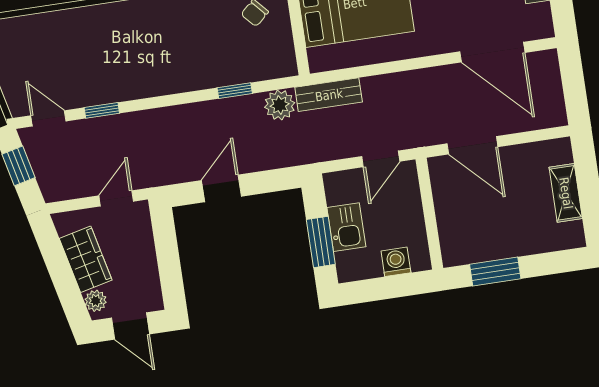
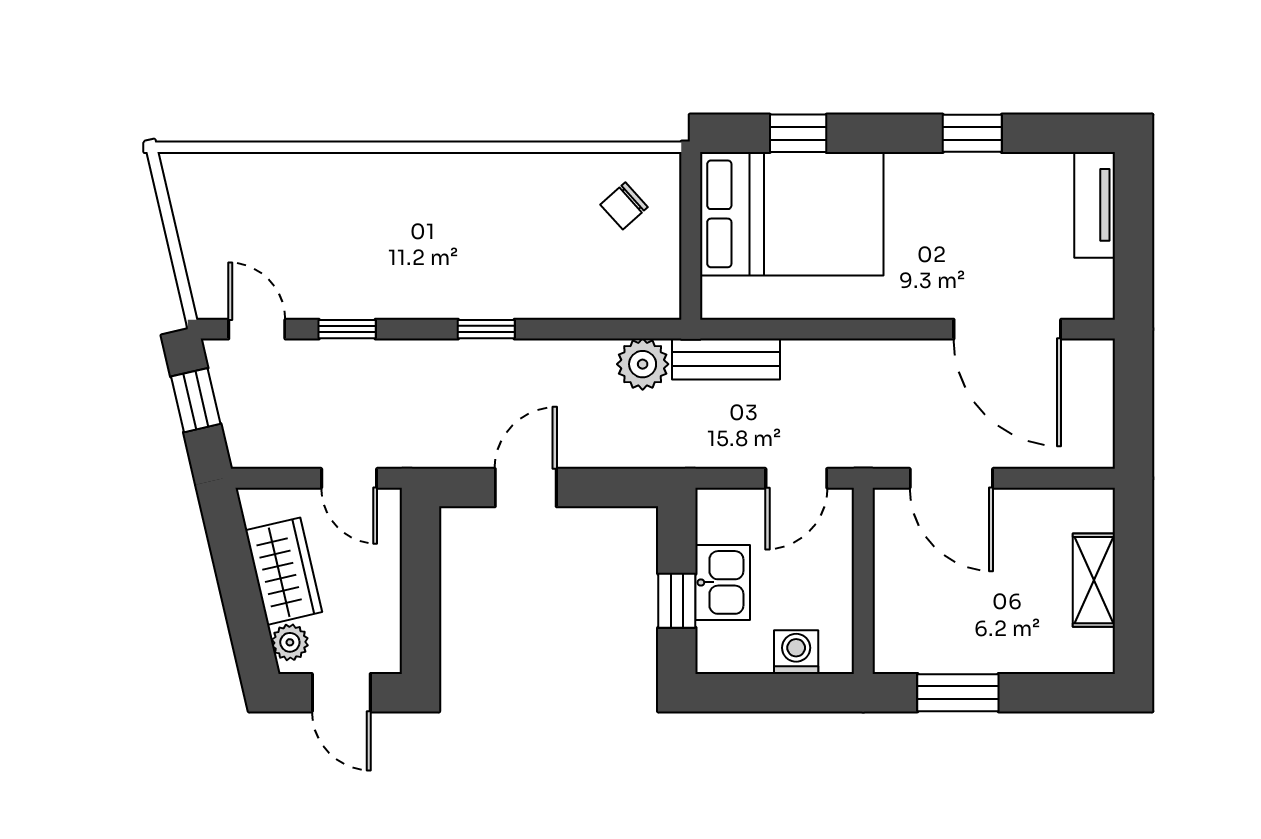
window: (235, 91) -> (486, 329), moved
door: (116, 198) -> (349, 478), swing flipped
window: (321, 242) -> (677, 601), width x0.67

